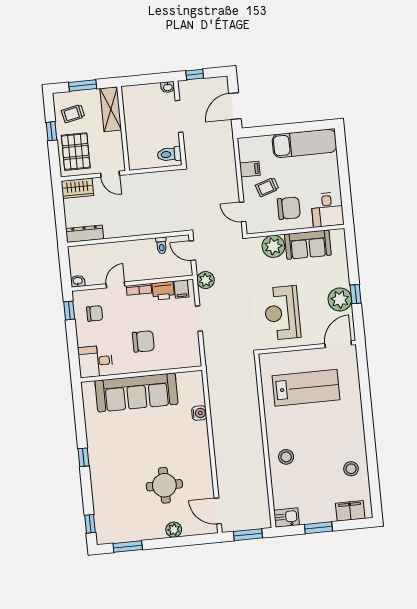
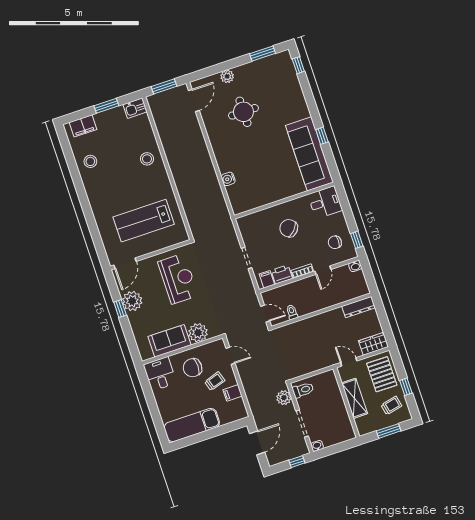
shelving: (111, 109) -> (355, 398), moved
plant: (206, 280) -> (284, 398), moved
chair: (143, 341) -> (289, 228), turned 43
sofa: (136, 392) -> (309, 154), moved, turned -90
window: (84, 457) -> (322, 136), moved
door: (218, 511) -> (194, 100), hinge flipped

